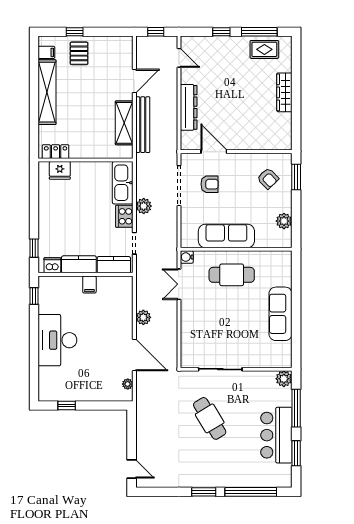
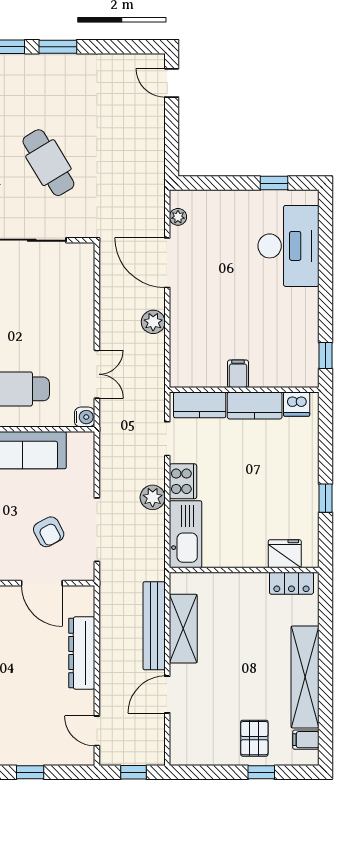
armchair: (210, 184) -> (49, 532), turned -118
window: (34, 248) -> (326, 498), moved
desk: (57, 340) -> (288, 246), moved

